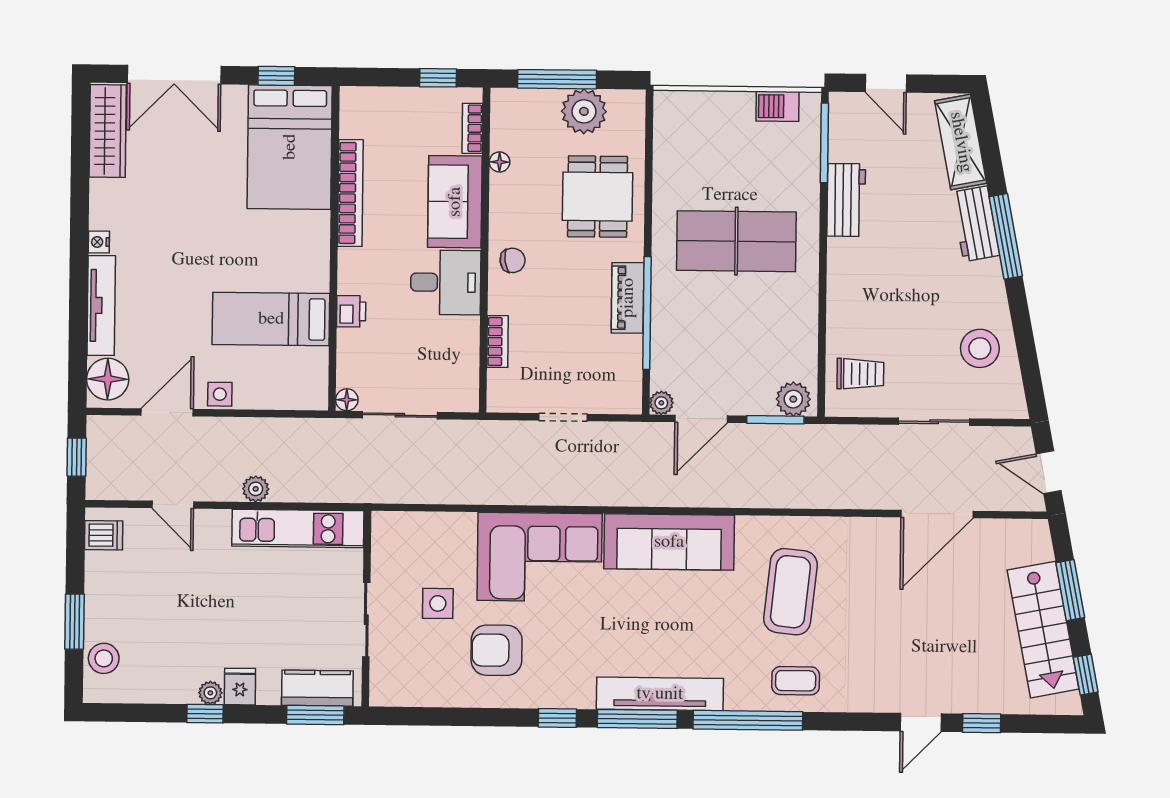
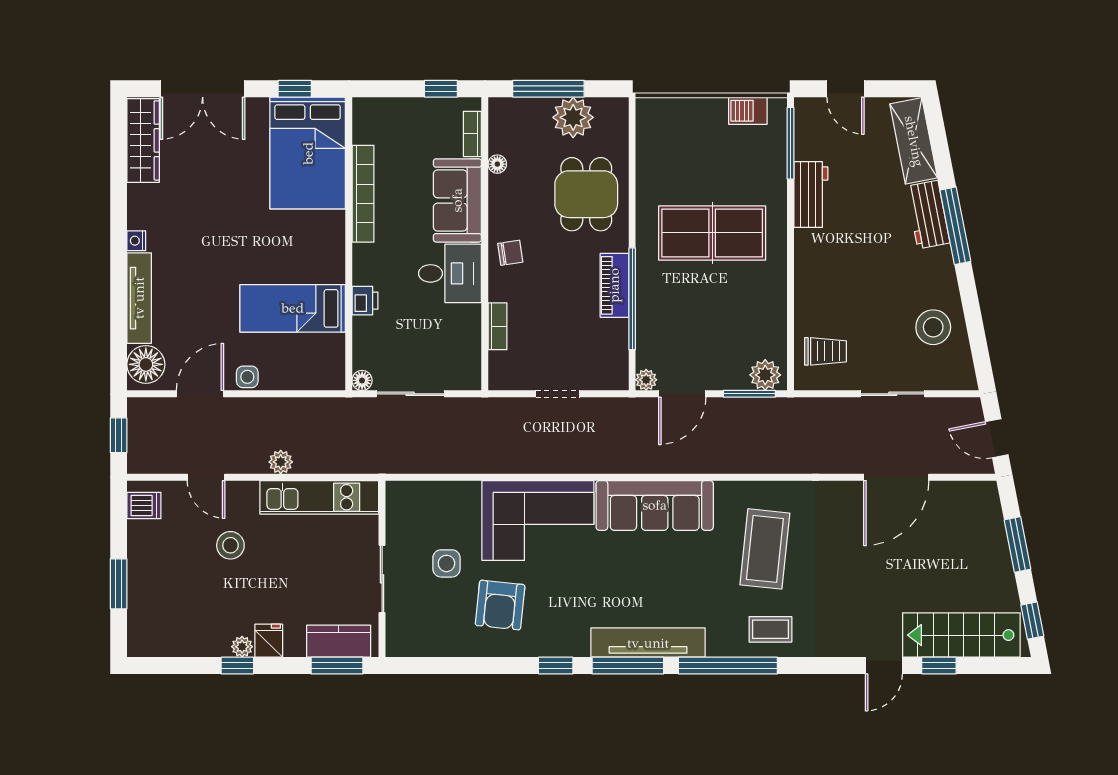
stairs: (1043, 630) -> (961, 635), moved, turned 101
armchair: (497, 650) -> (500, 605), turned -84
stool: (104, 658) -> (230, 545), moved

